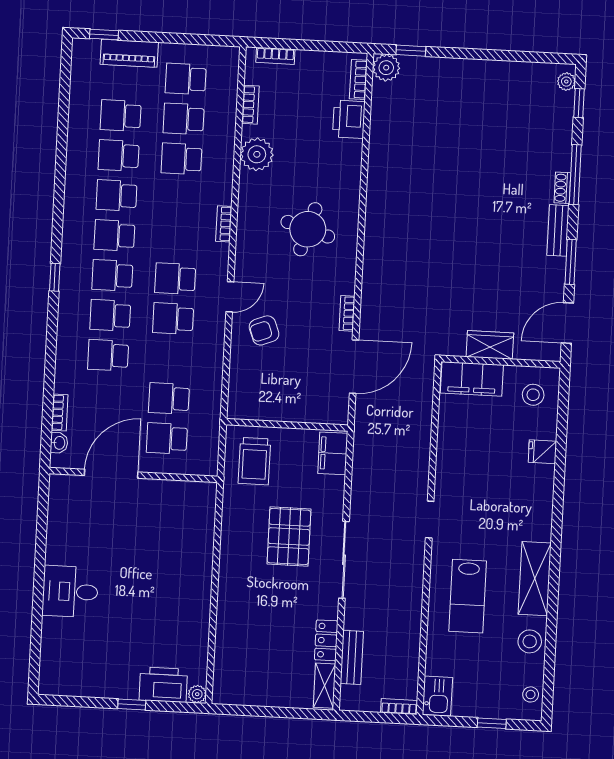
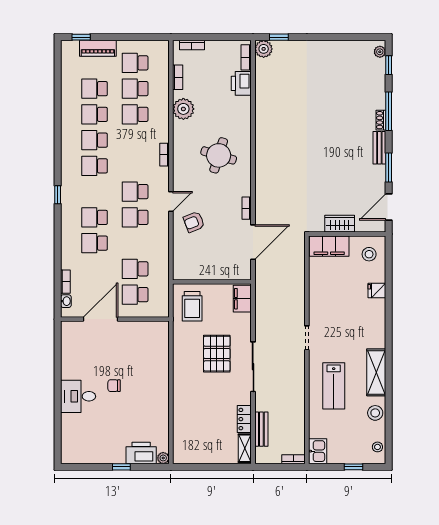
school desk: (112, 275) -> (95, 192), removed
chair: (127, 578) -> (114, 386), added

